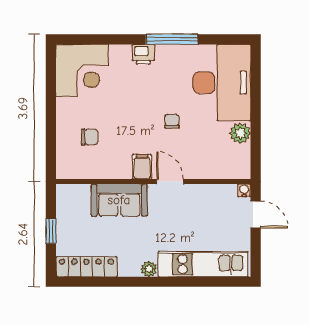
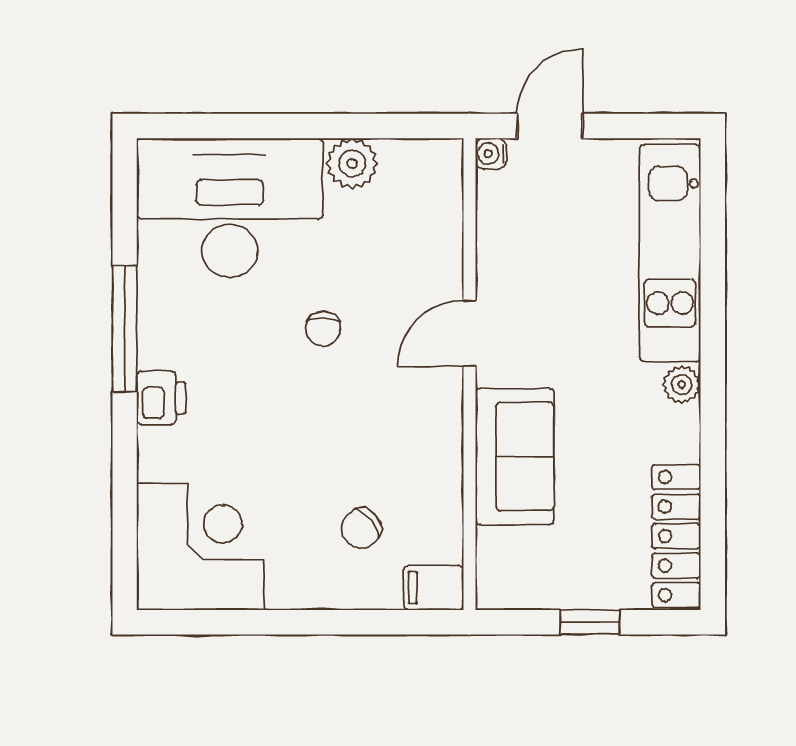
chair: (172, 121) -> (323, 329), turned -90
chair: (90, 137) -> (361, 528), turned -130
filing cabinet: (142, 167) -> (434, 588), moved

